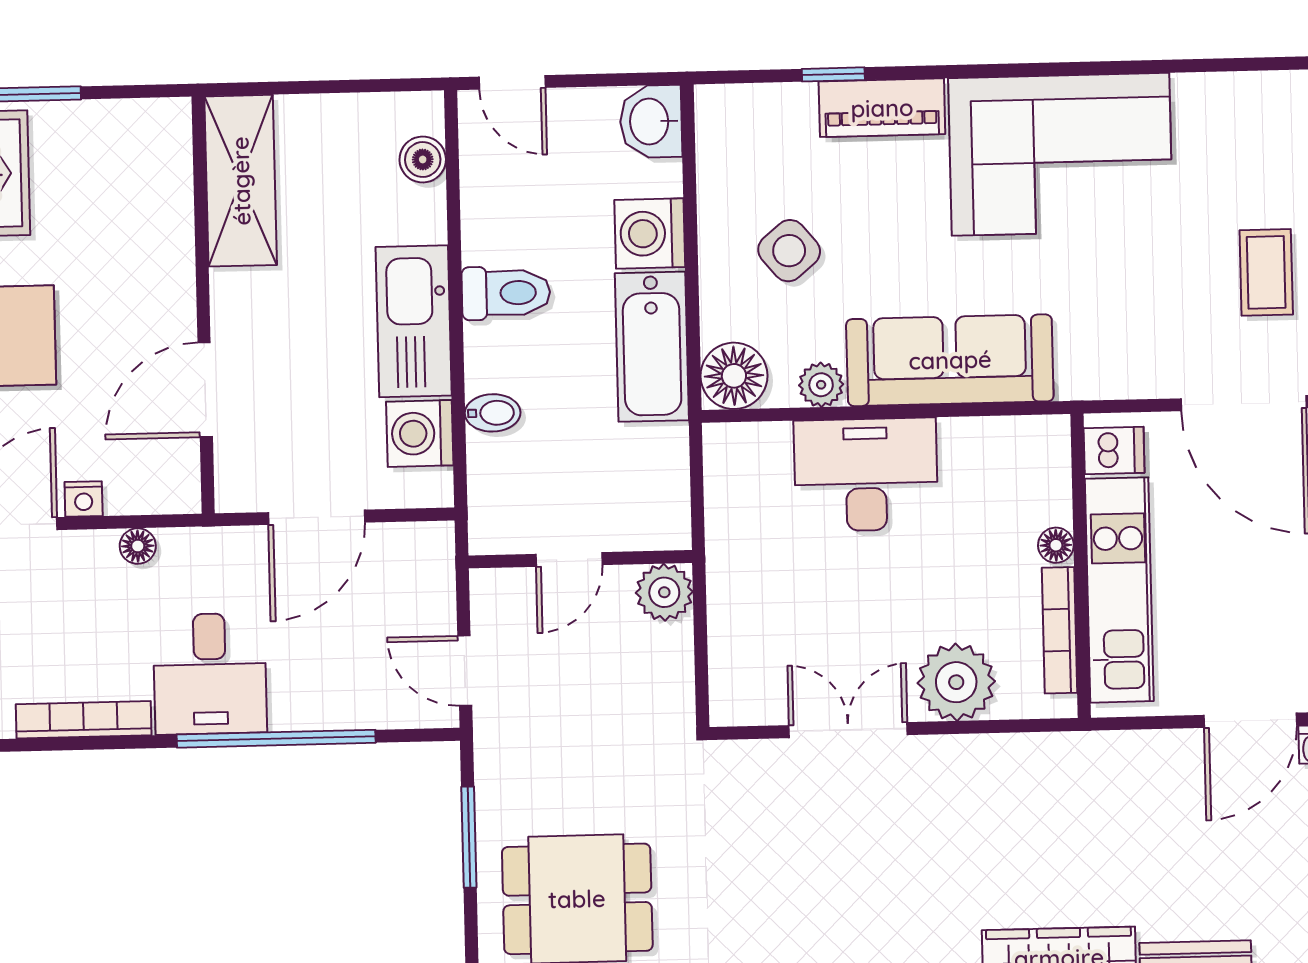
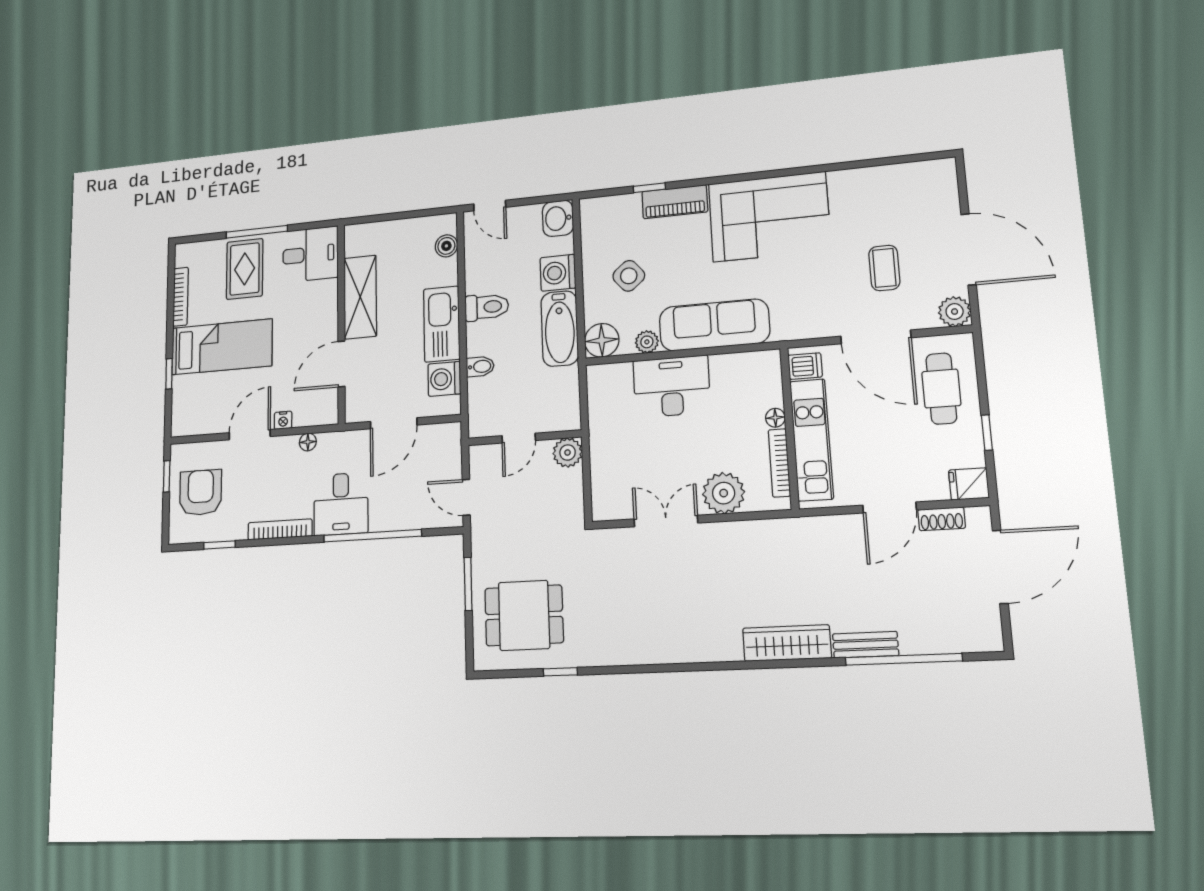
desk: (133, 154) -> (310, 254), added
shelving: (241, 181) -> (360, 297), moved

